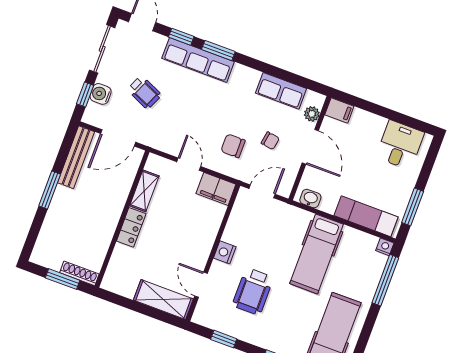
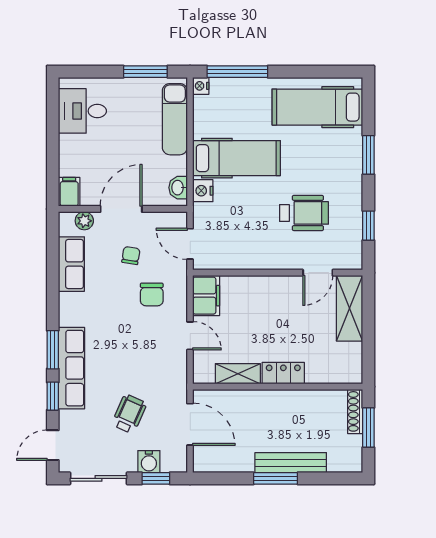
bench: (76, 157) -> (291, 463), moved
door: (189, 164) -> (190, 336), swing flipped
nightstand: (225, 252) -> (203, 191), moved, turned 90

